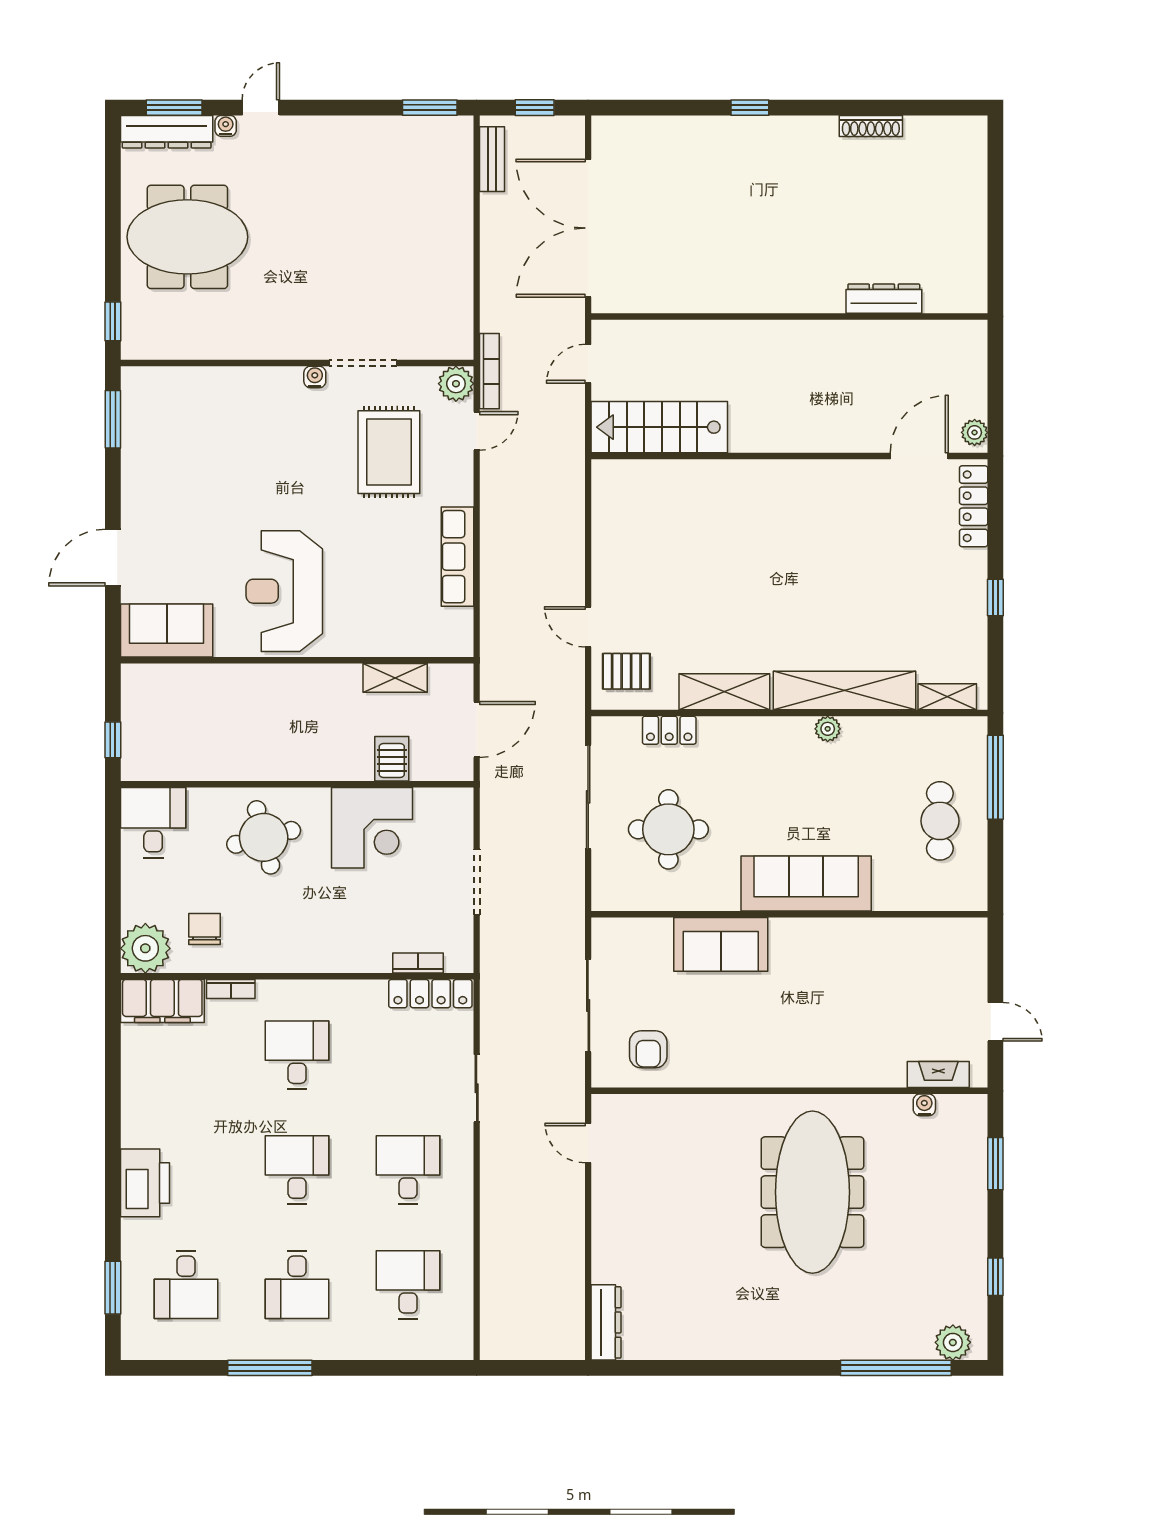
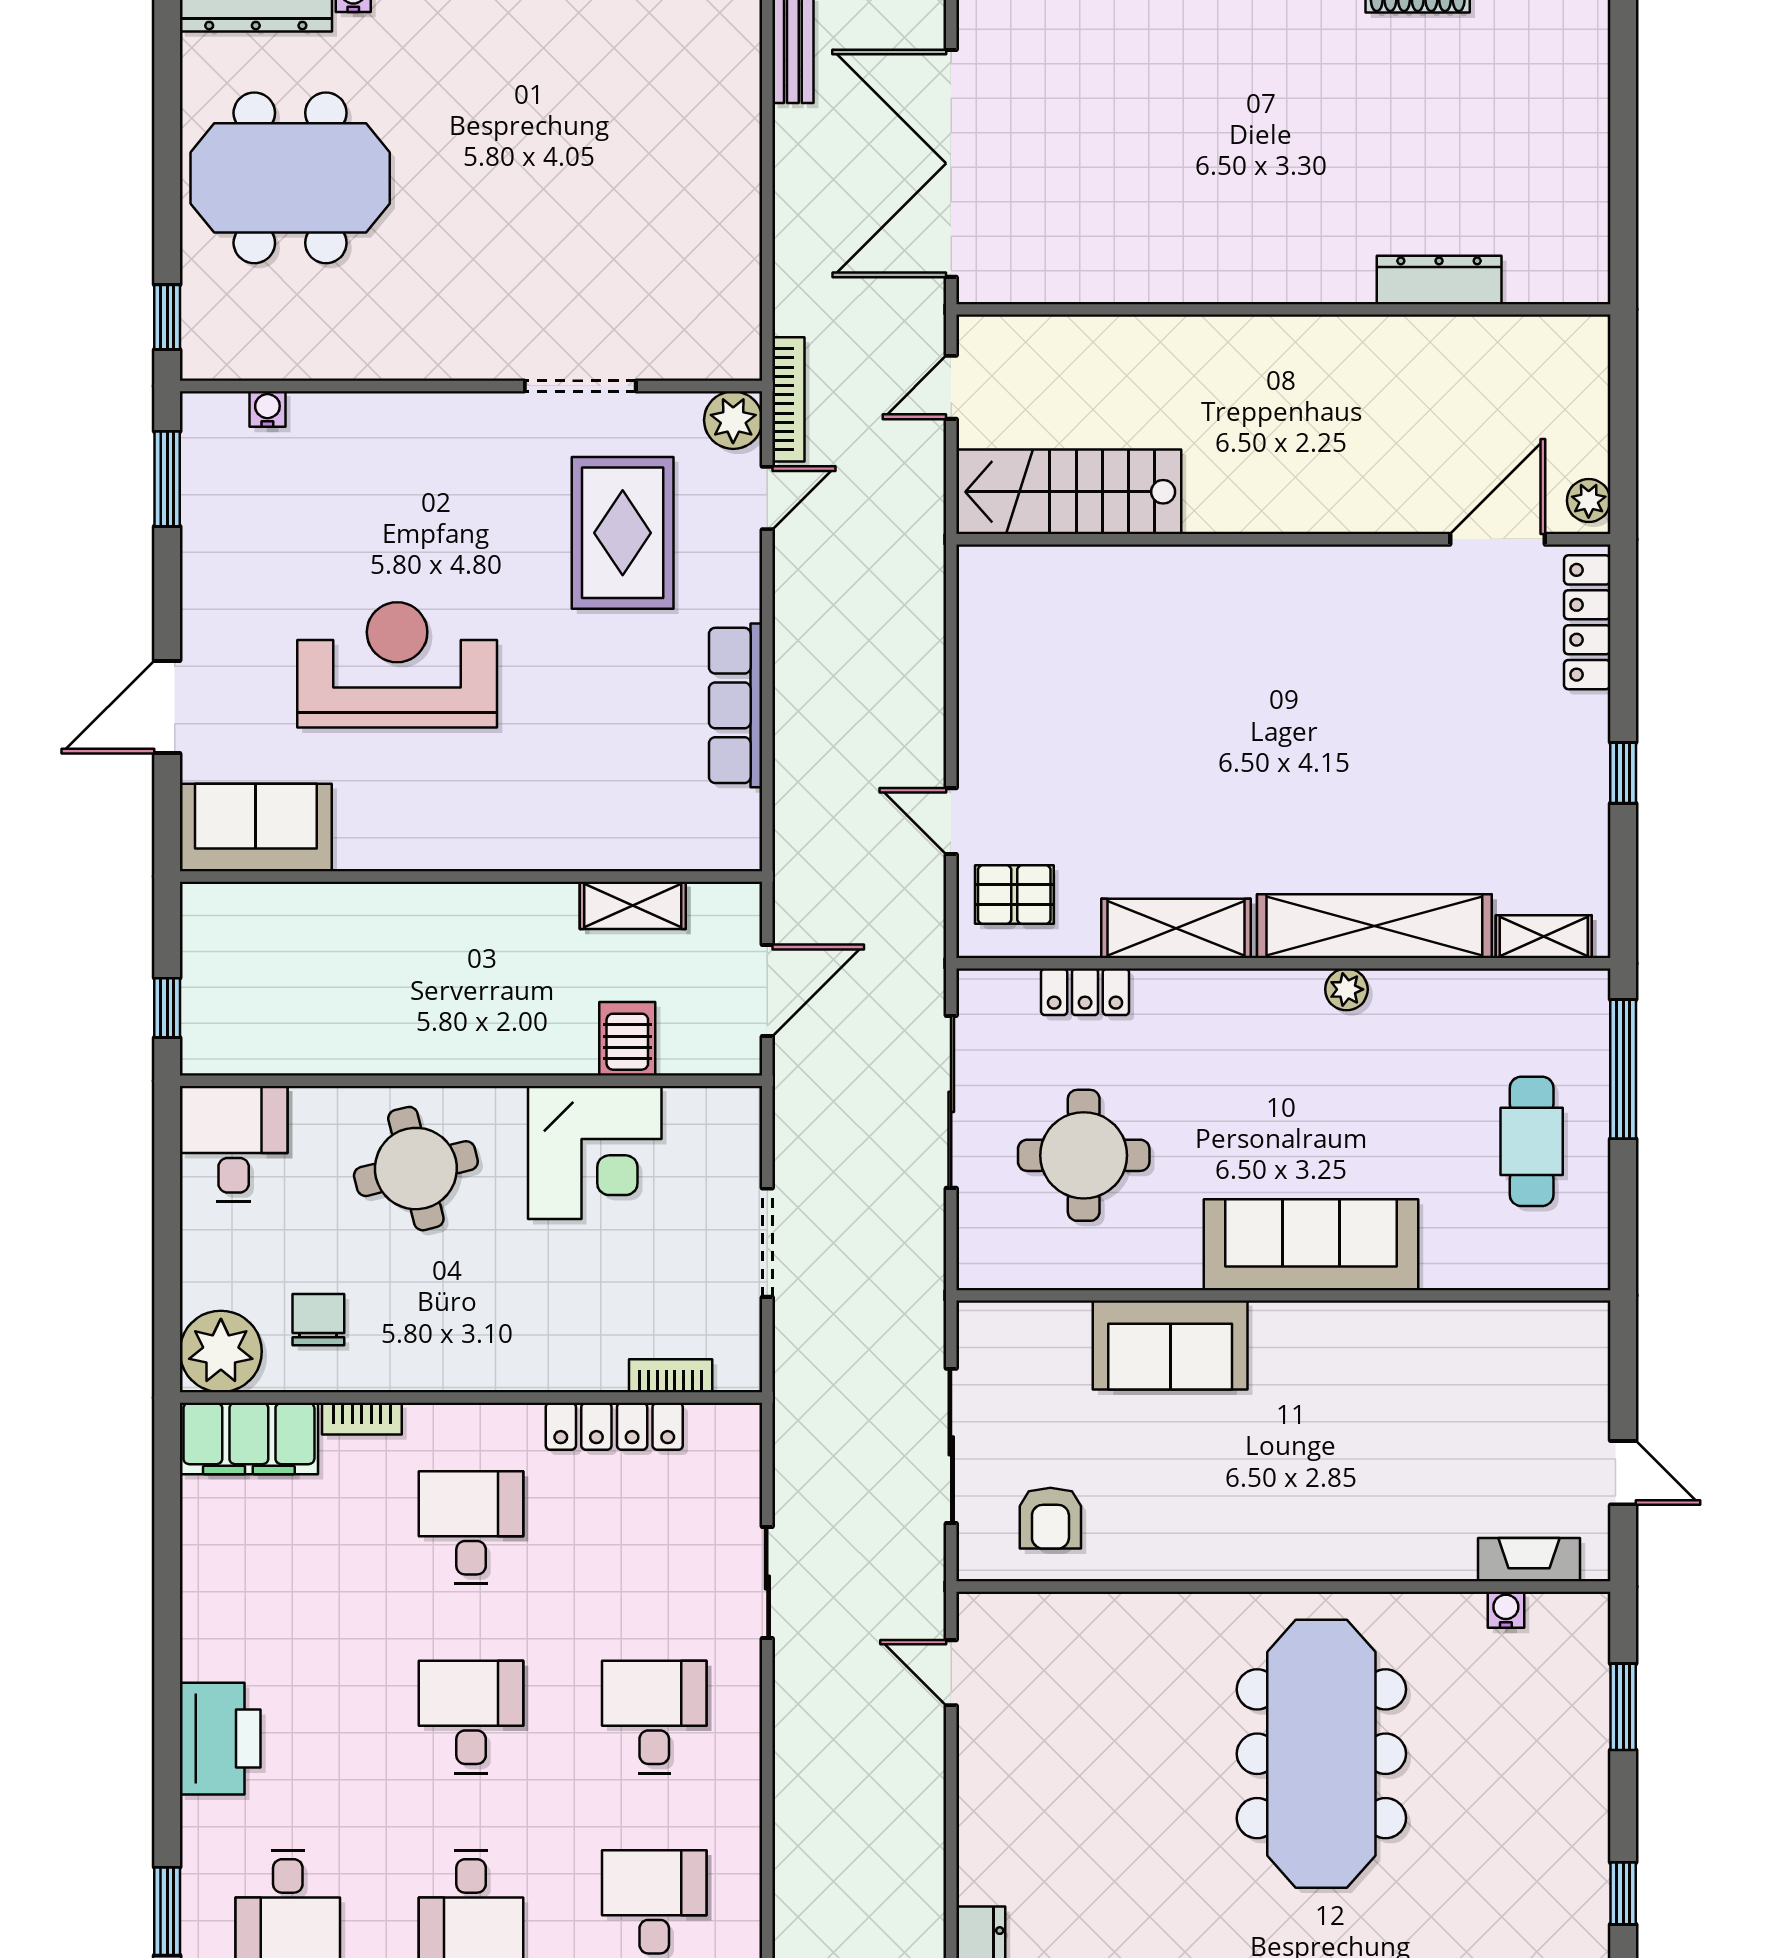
water cooler: (315, 377) -> (267, 409), moved
reception desk: (284, 591) -> (397, 665), moved, turned 90
locker: (430, 994) -> (614, 1426), moved

